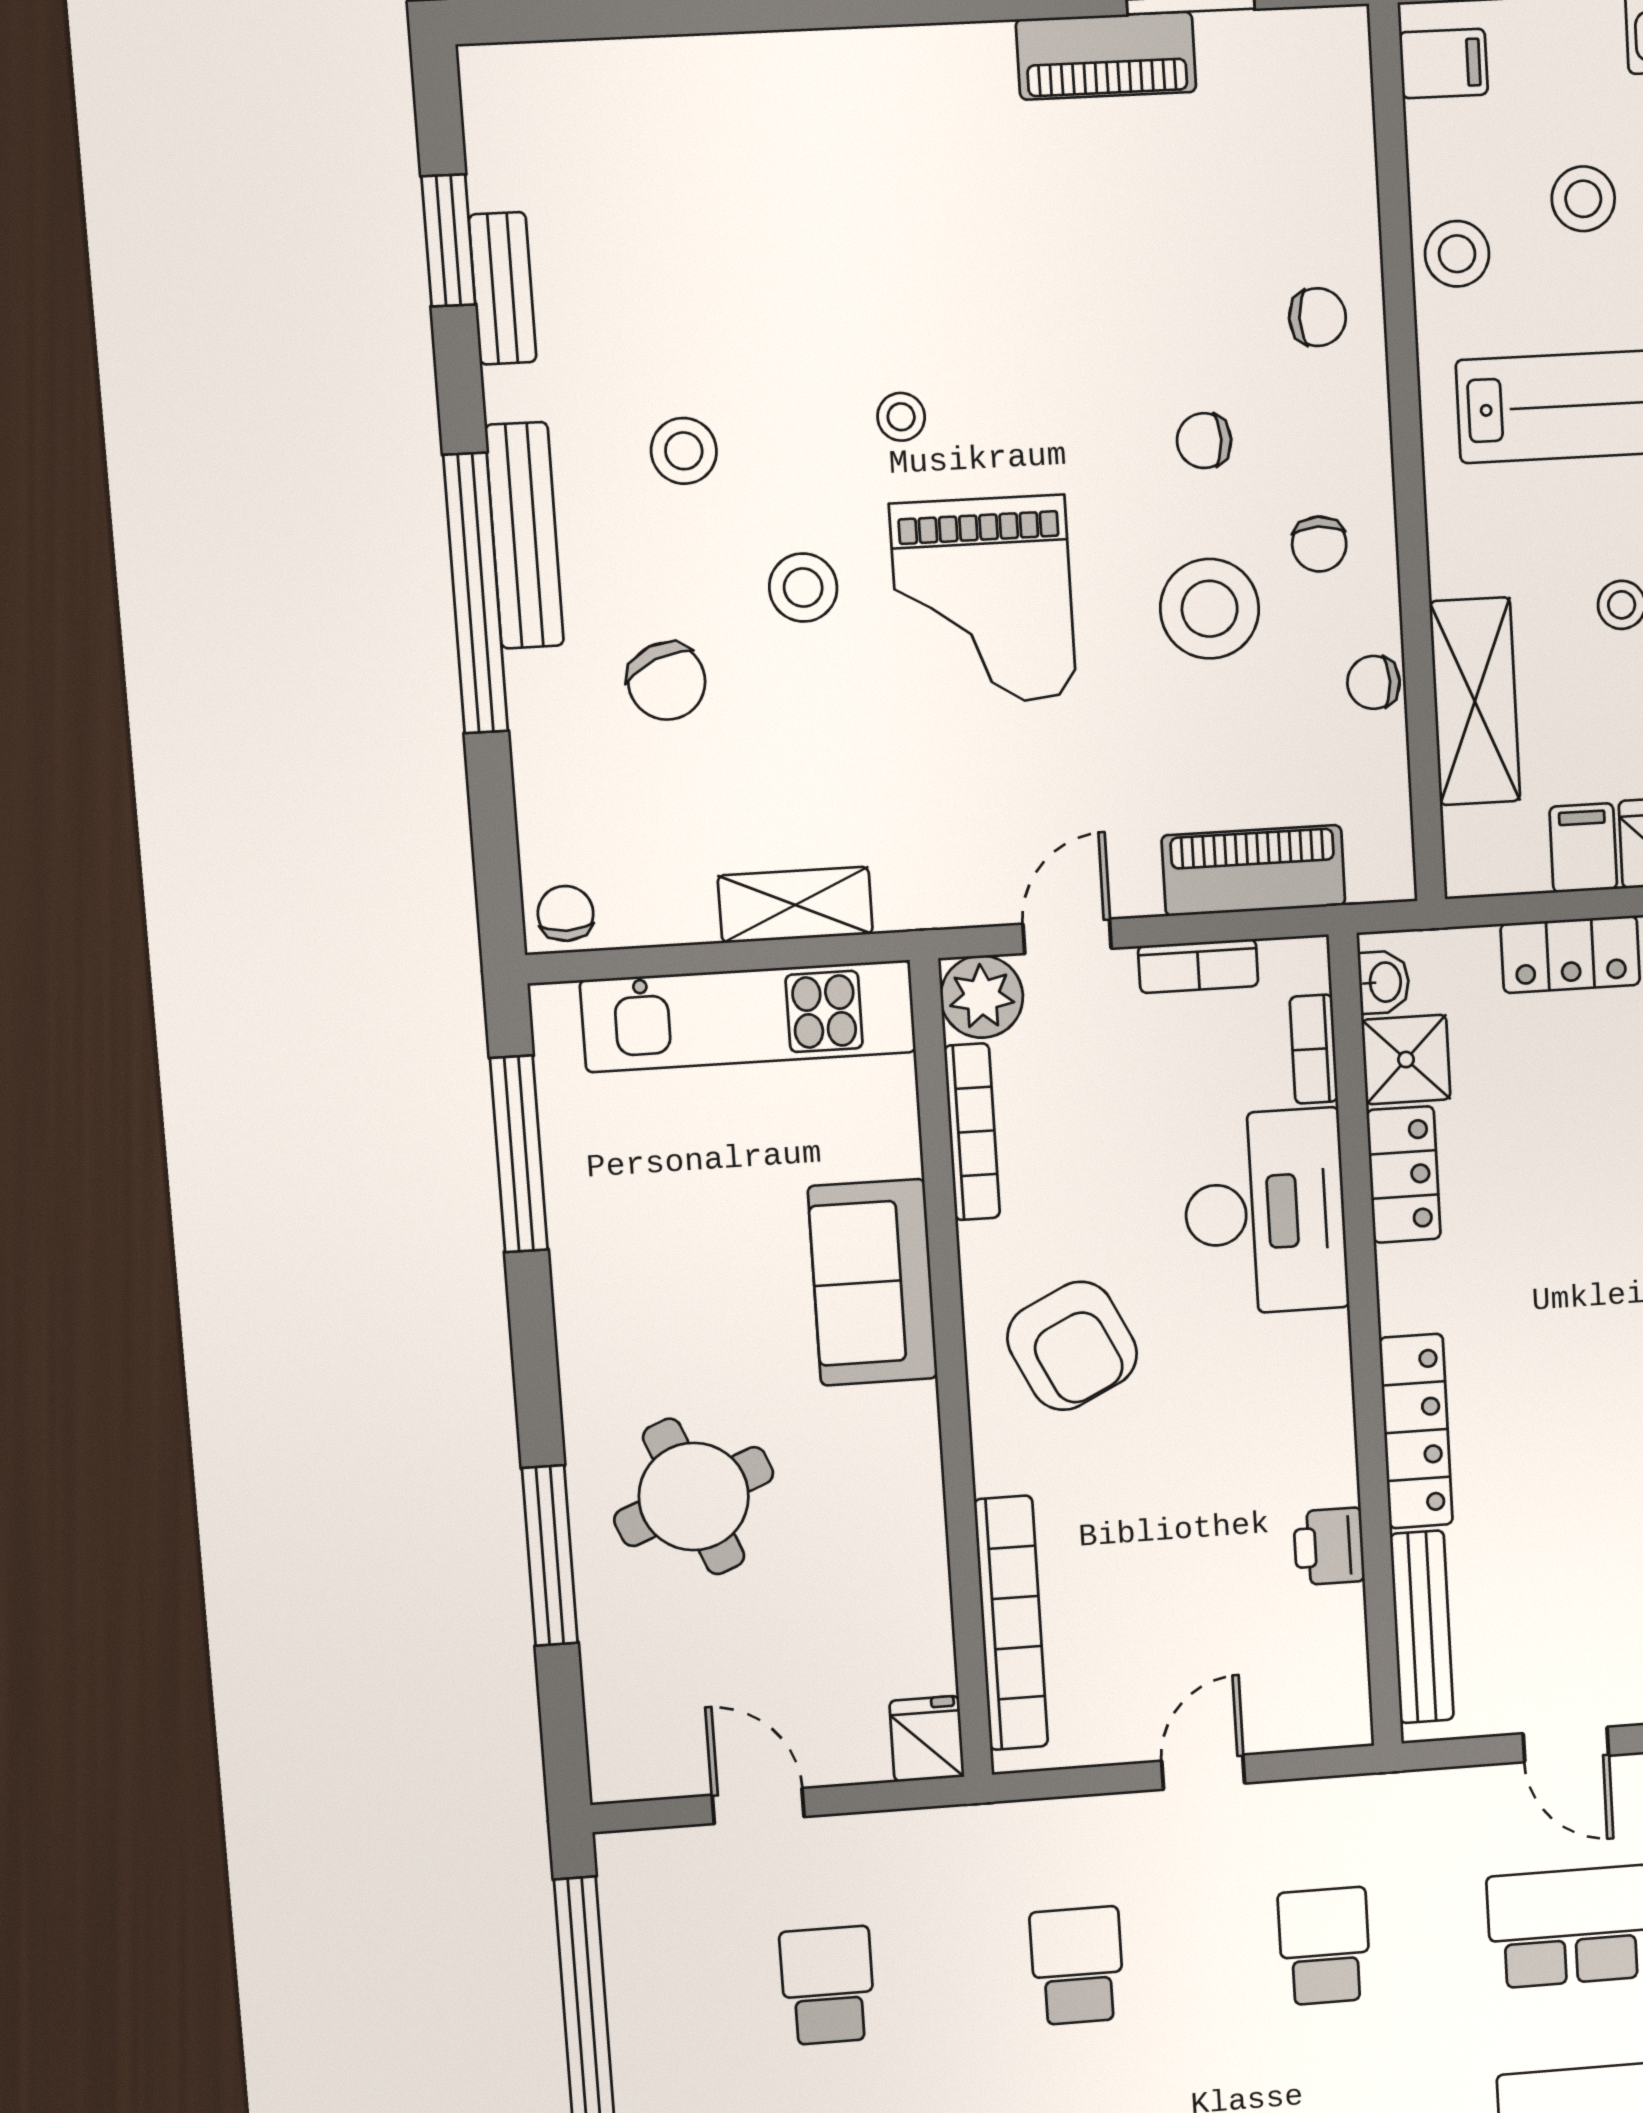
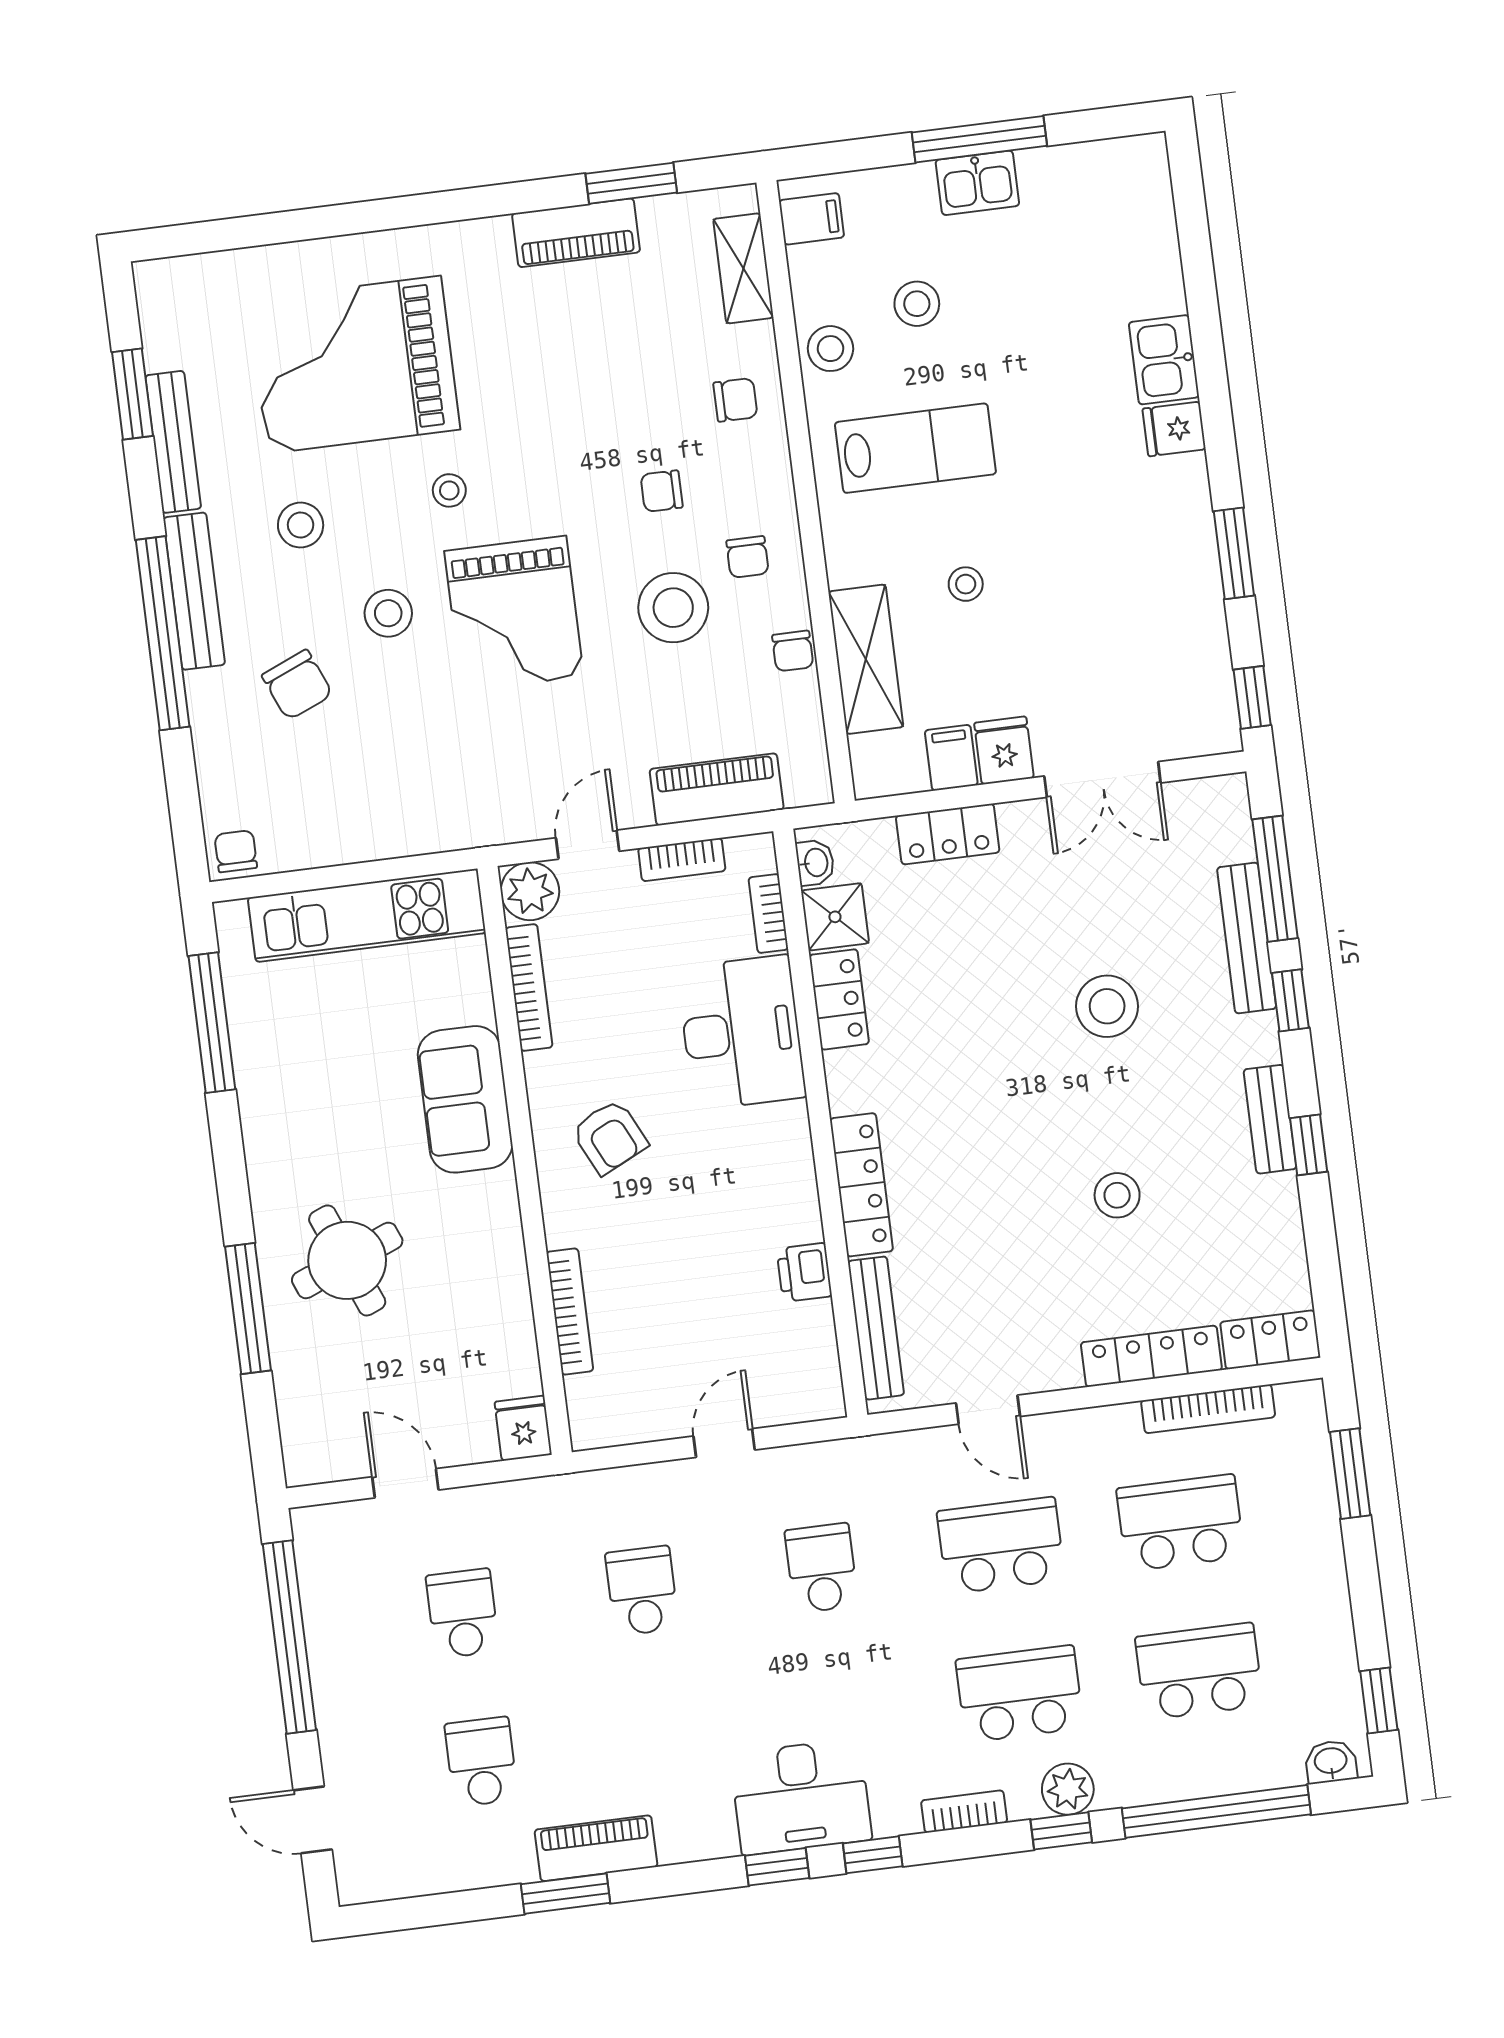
grand piano: (774, 223) -> (354, 365), added
bench: (503, 288) -> (173, 442), width x1.36
chair: (1374, 682) -> (793, 651), turned -90
shelving: (795, 905) -> (743, 268), moved, turned 90
armchair: (1072, 1346) -> (610, 1137), width x0.72, depth x0.72
bookcase: (1011, 1623) -> (570, 1311), width x0.68, depth x0.76

